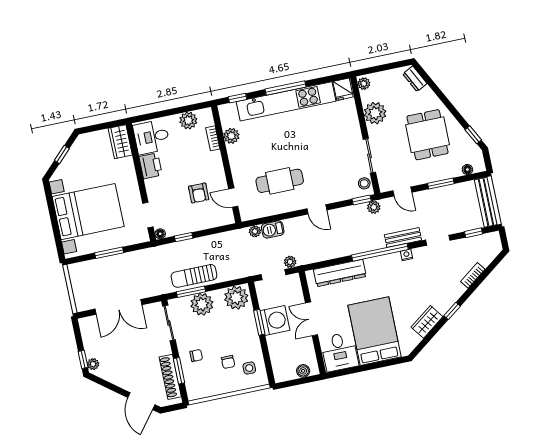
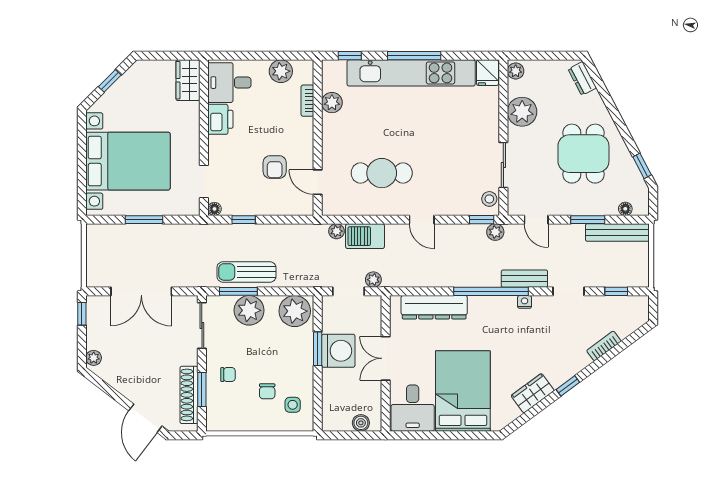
bench: (486, 202) -> (617, 232), moved, turned 90
barbecue: (273, 229) -> (365, 236), width x1.38, depth x1.27
window: (83, 359) -> (82, 314), moved

